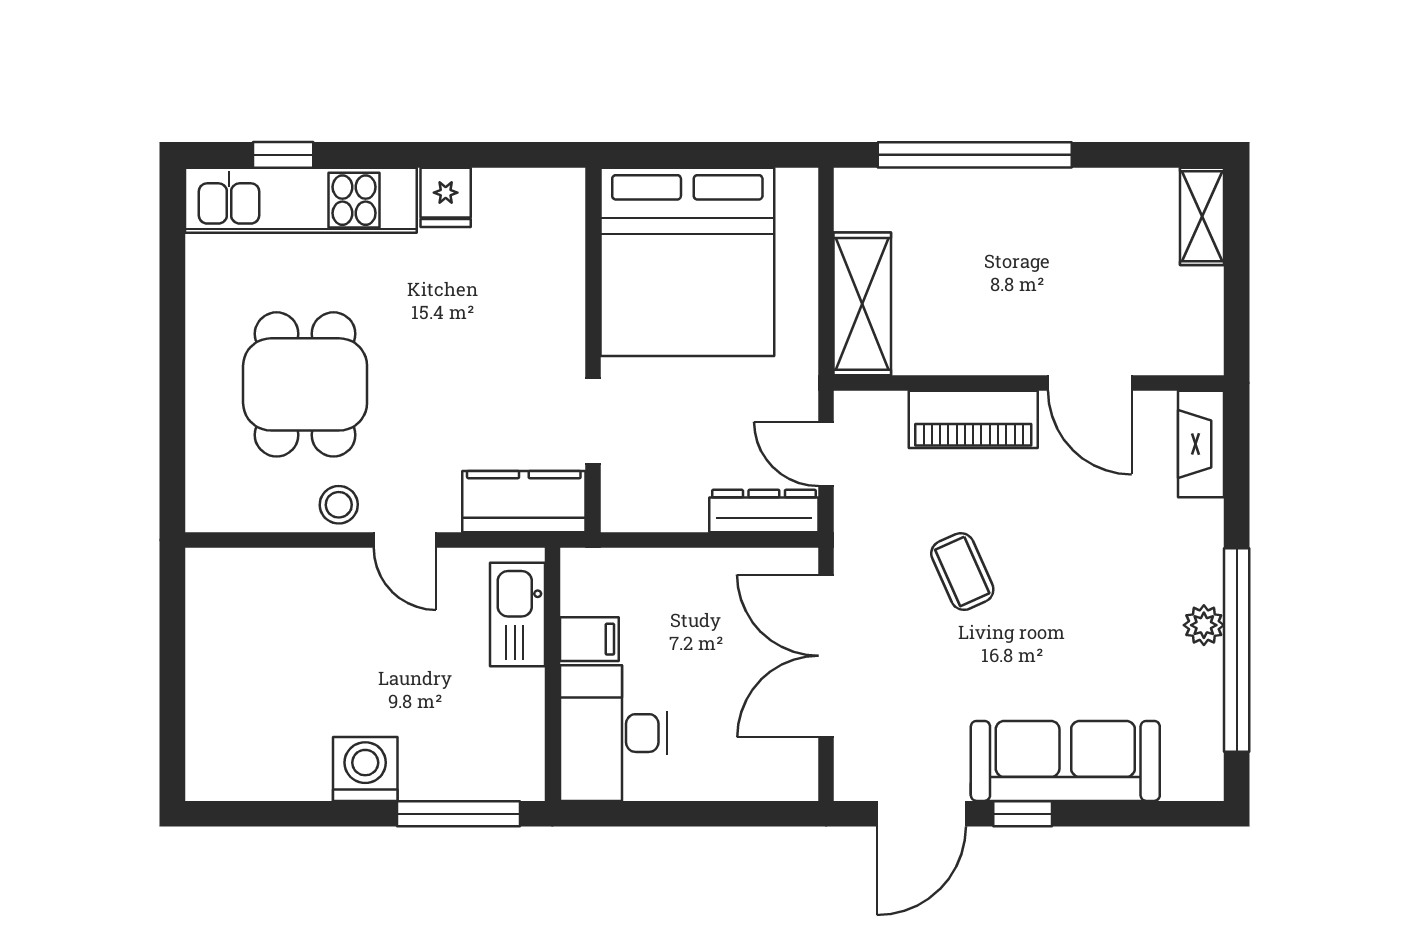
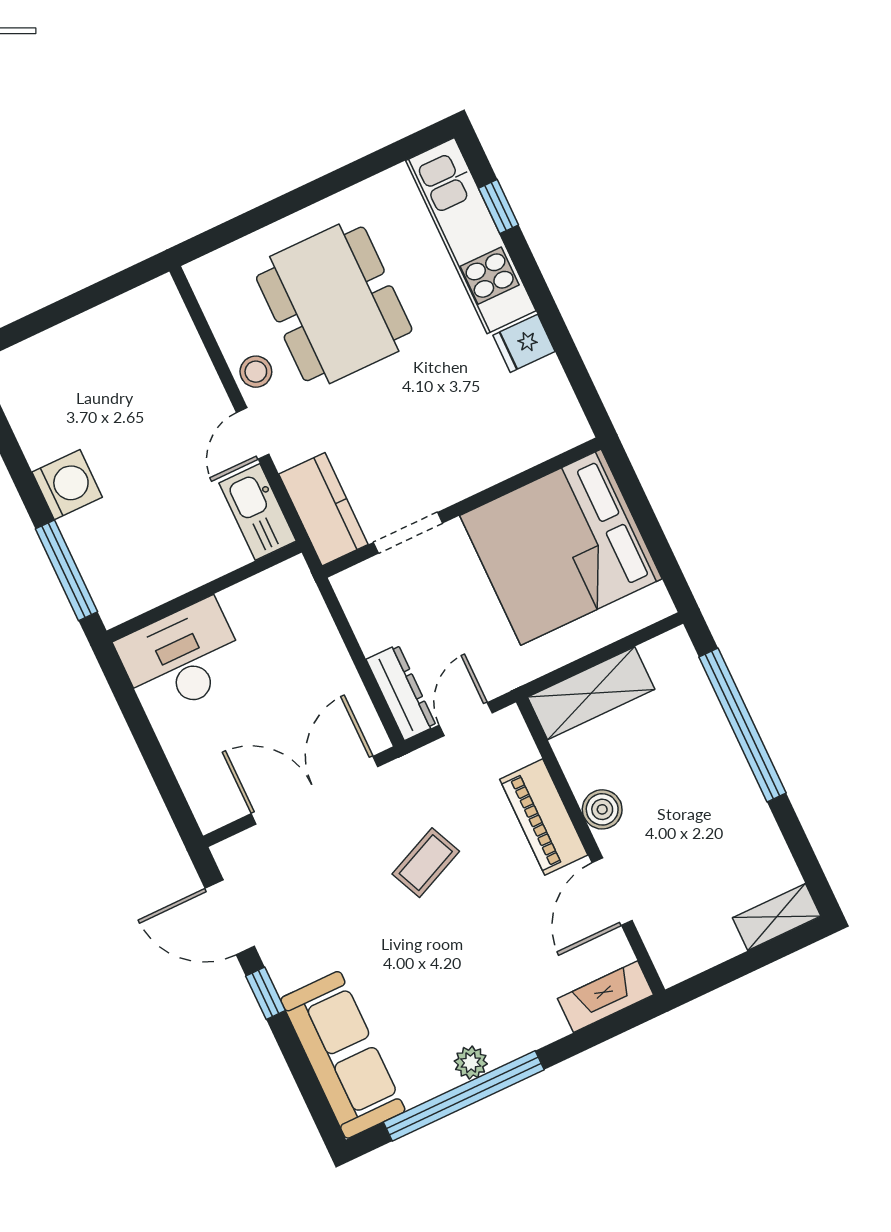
boiler: (995, 351) -> (602, 809), added
dining table: (305, 384) -> (334, 304), width x1.37
kitchen sink: (517, 614) -> (258, 512), moved, turned -90
filing cabinet: (589, 639) -> (244, 607), removed
sofa: (1065, 761) -> (343, 1055), moved

